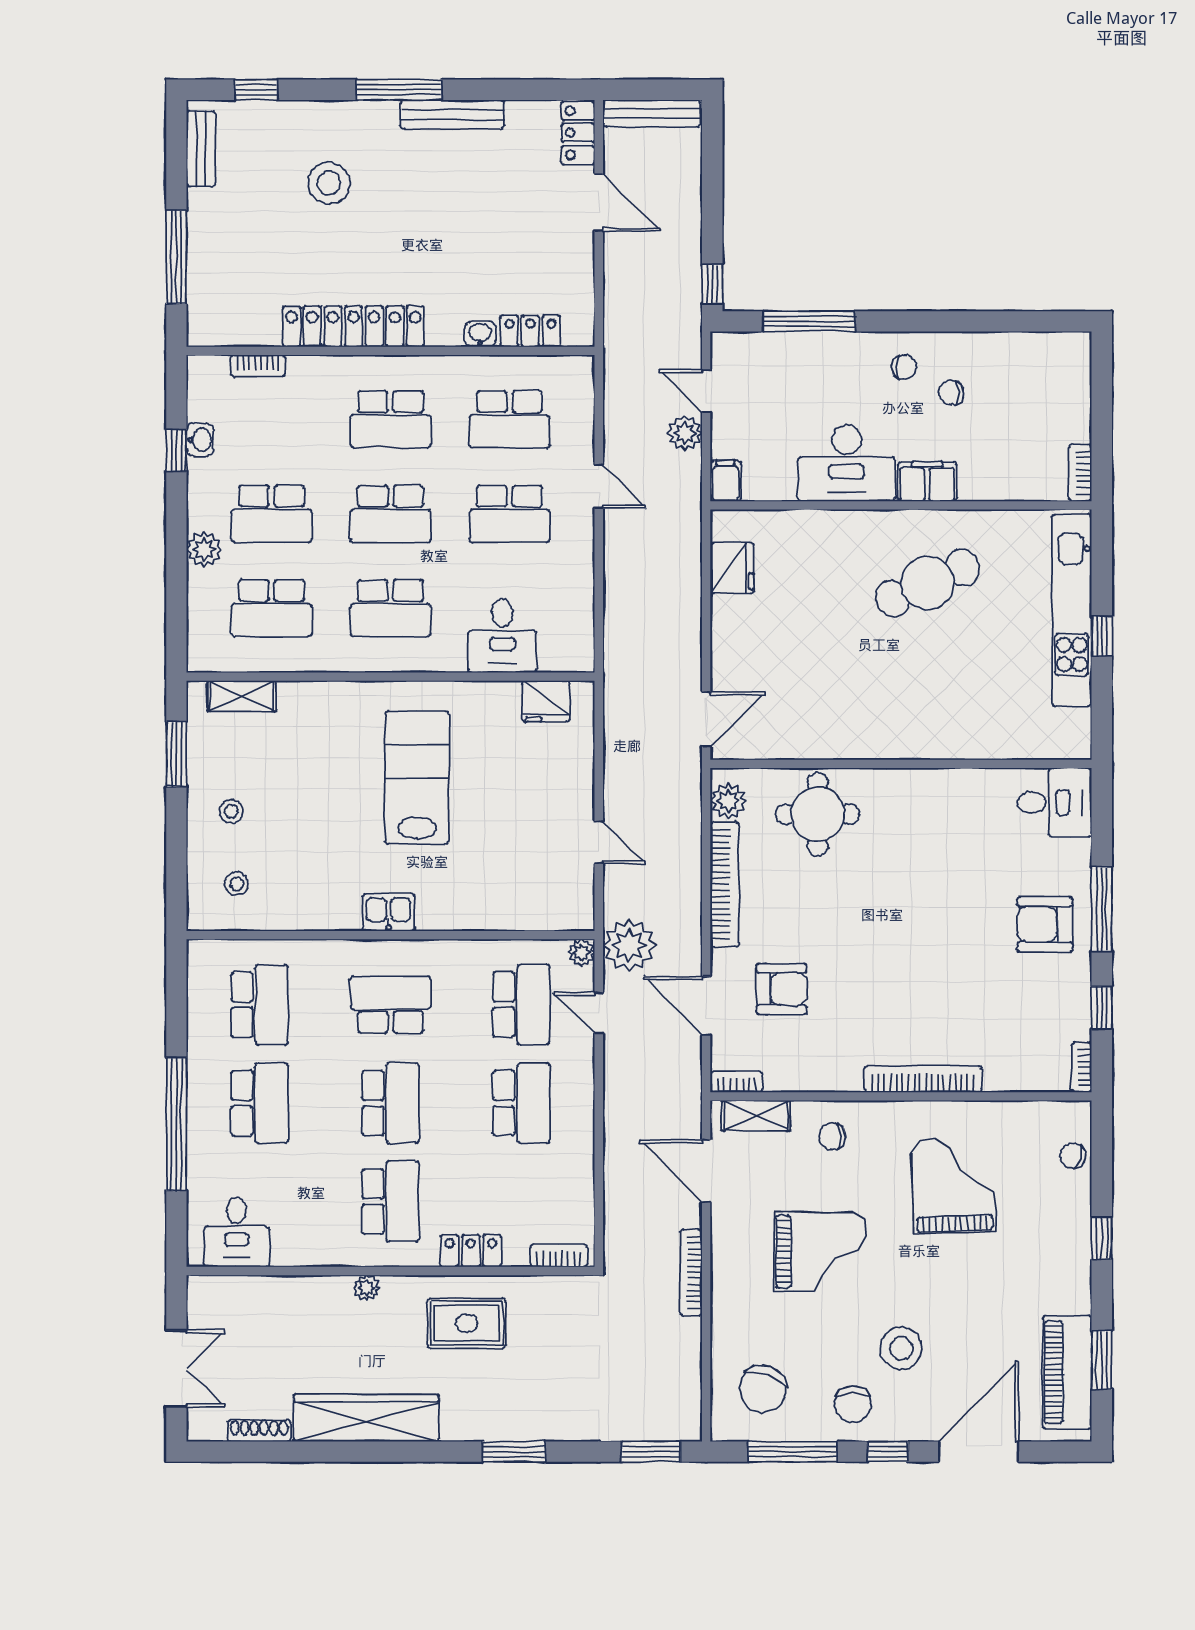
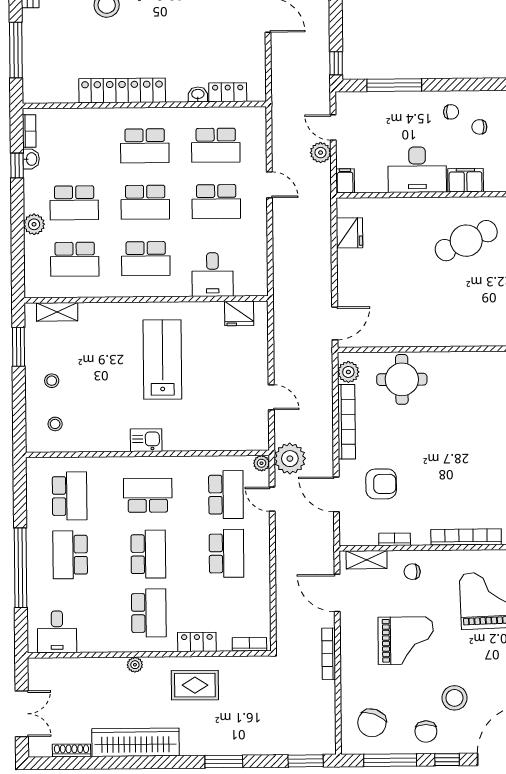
bookcase: (258, 366) -> (29, 131), moved, turned -90
bookcase: (737, 1082) -> (395, 539), moved
school desk: (260, 1103) -> (70, 555), turned 180

